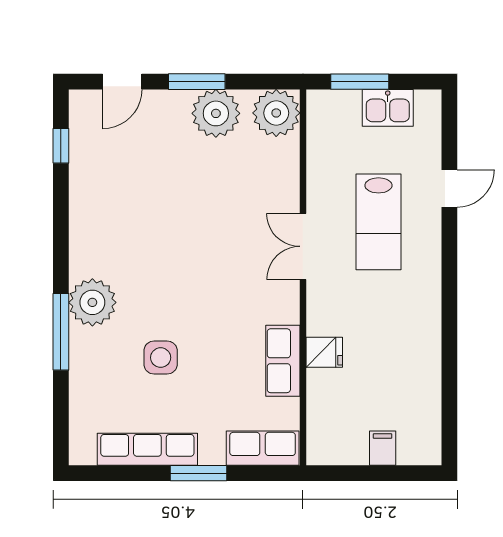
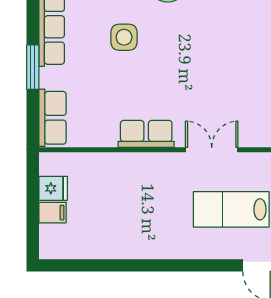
fridge: (324, 352) -> (53, 188), moved, turned -90
row of seats: (283, 361) -> (146, 134), moved

